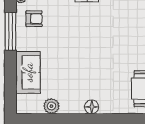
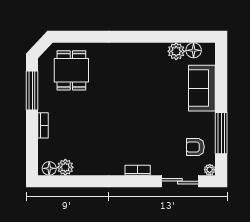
floor lamp: (92, 107) -> (194, 50), moved

